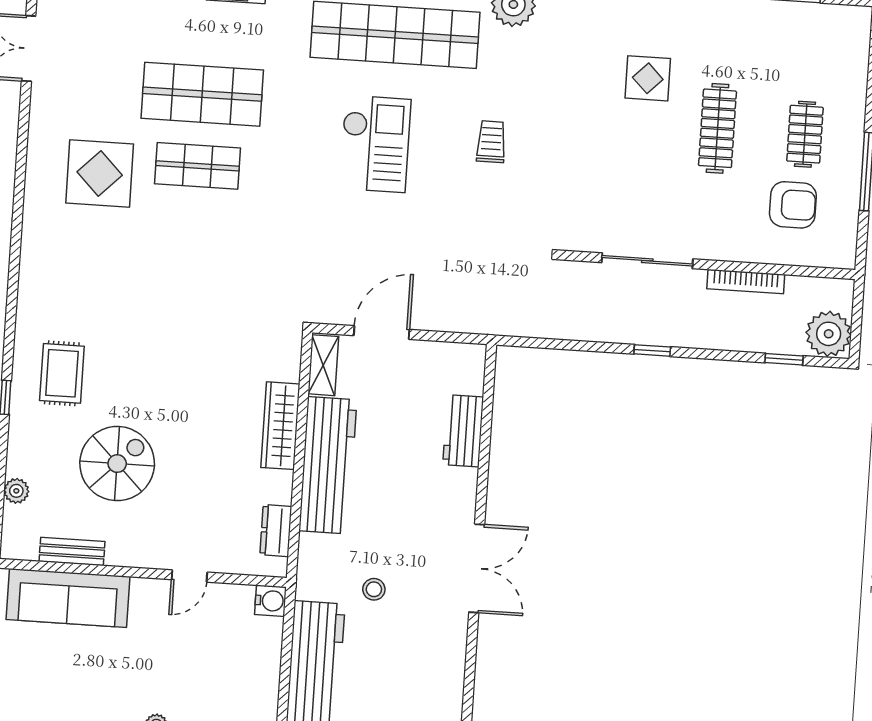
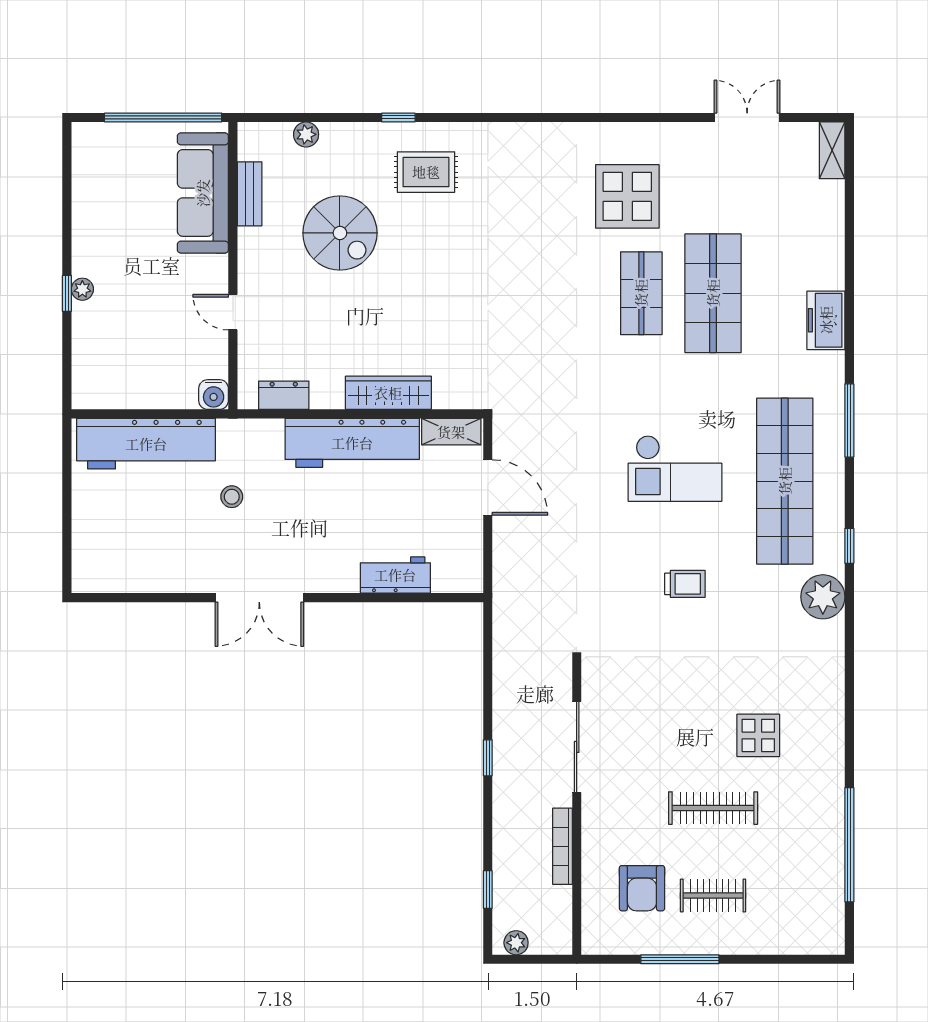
plant: (829, 334) -> (516, 943), width x0.53, depth x0.53

